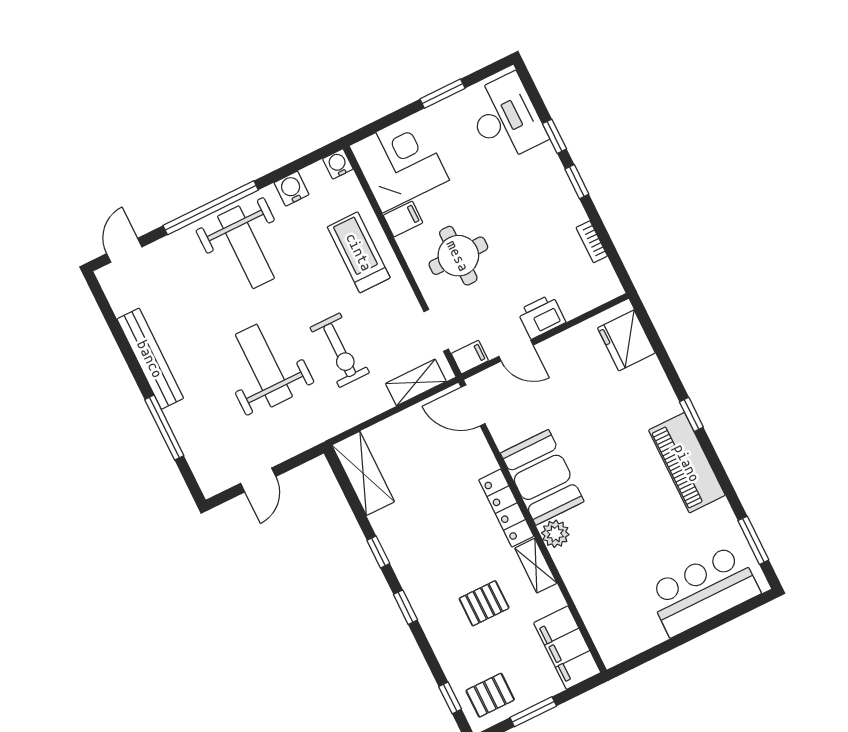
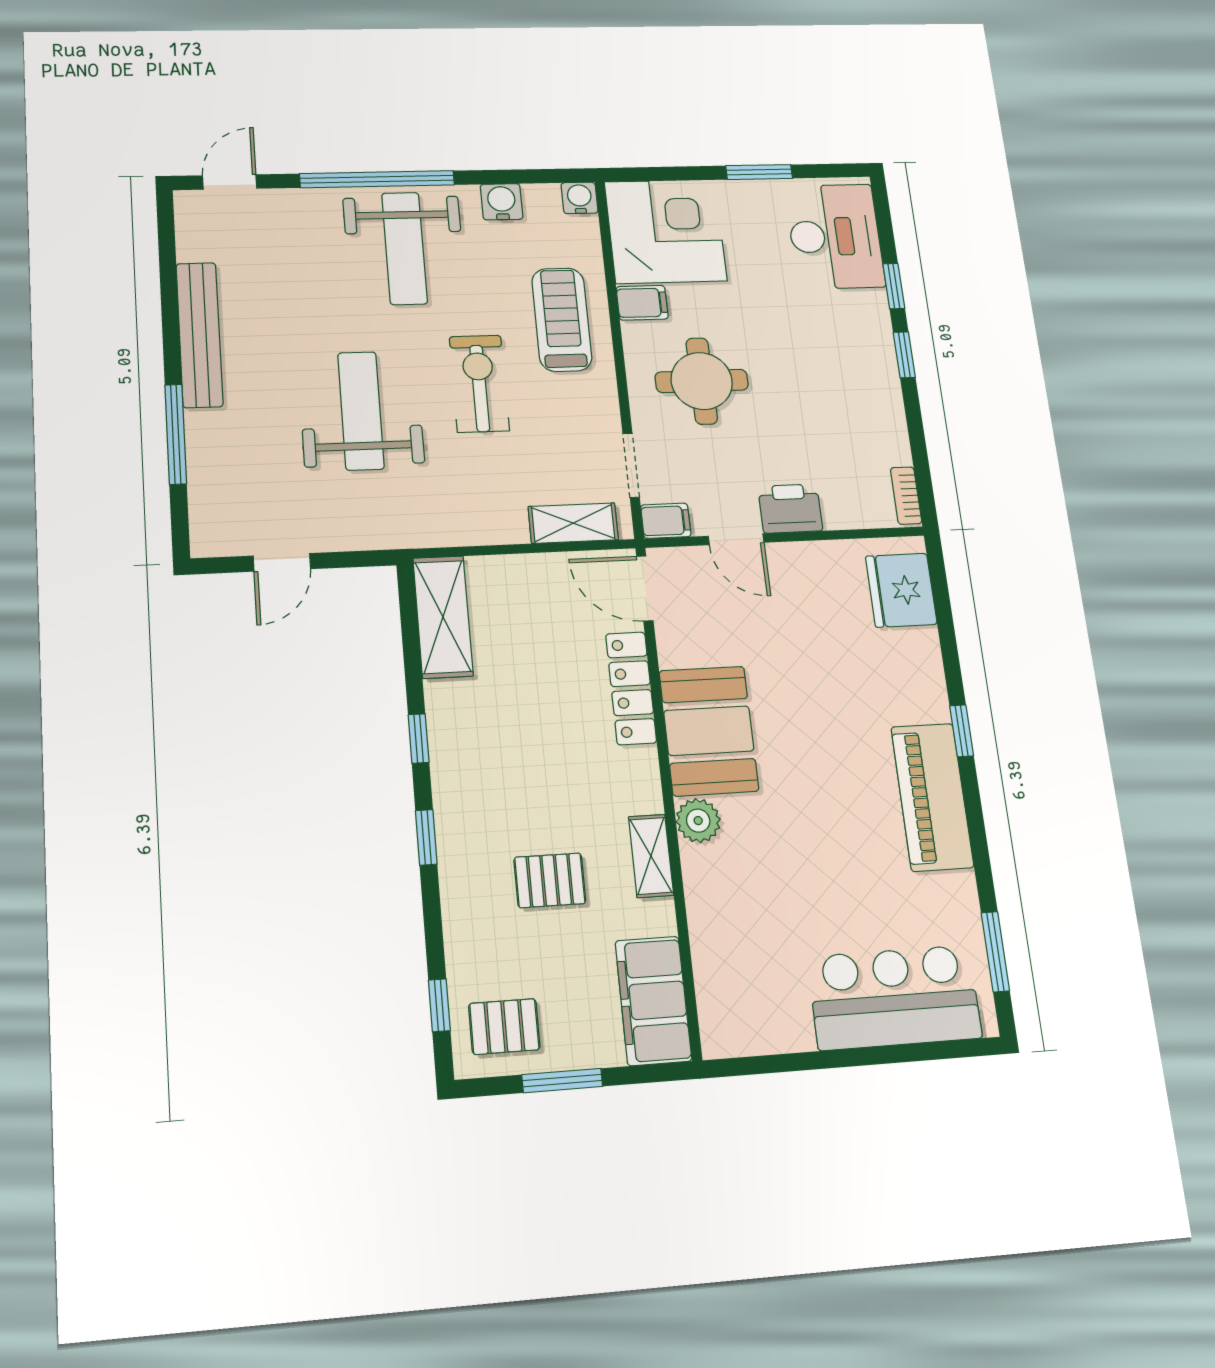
bookcase: (592, 242) -> (906, 496), moved
exercise bike: (340, 350) -> (479, 384), moved, turned 180
locker: (506, 508) -> (631, 688), moved

